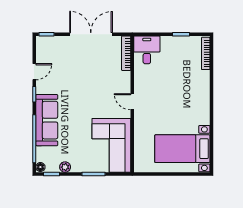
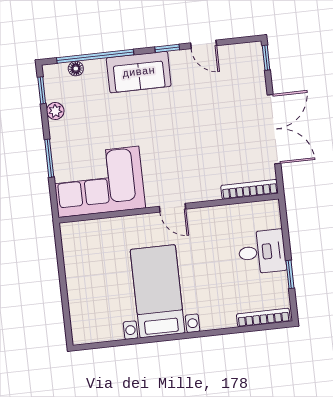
desk: (147, 50) -> (262, 252), moved
door: (132, 102) -> (173, 208), swing flipped
sofa: (47, 120) -> (139, 72), width x0.73
bed with nightstands: (182, 149) -> (158, 291), moved
floor lamp: (40, 167) -> (76, 69), moved

